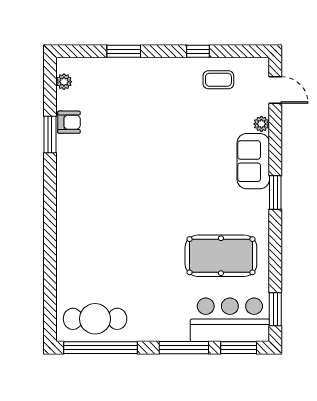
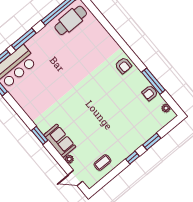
window: (198, 51) -> (133, 158), moved
window: (50, 135) -> (153, 81), width x1.44
armchair: (74, 193) -> (123, 65), added
pool table: (221, 256) -> (40, 90), removed

